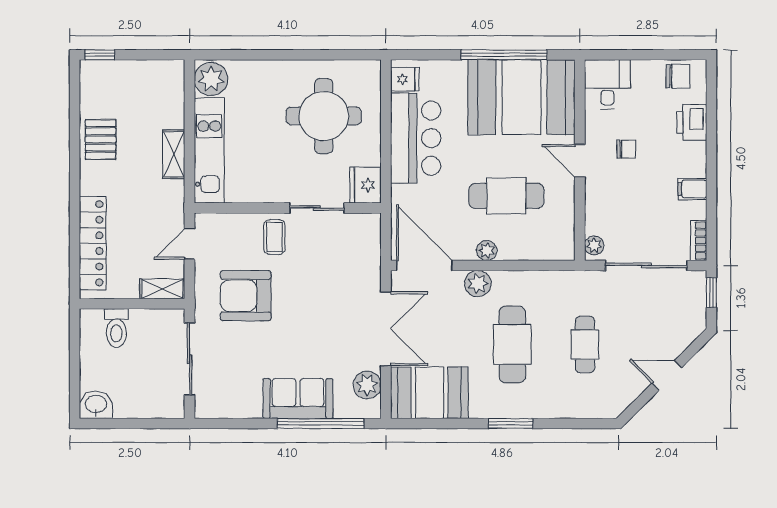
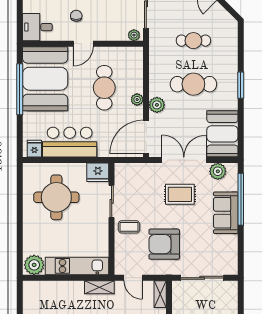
shelving: (174, 154) -> (99, 287), moved
armchair: (246, 296) -> (164, 244), turned 90
rug: (329, 322) -> (180, 194), added

